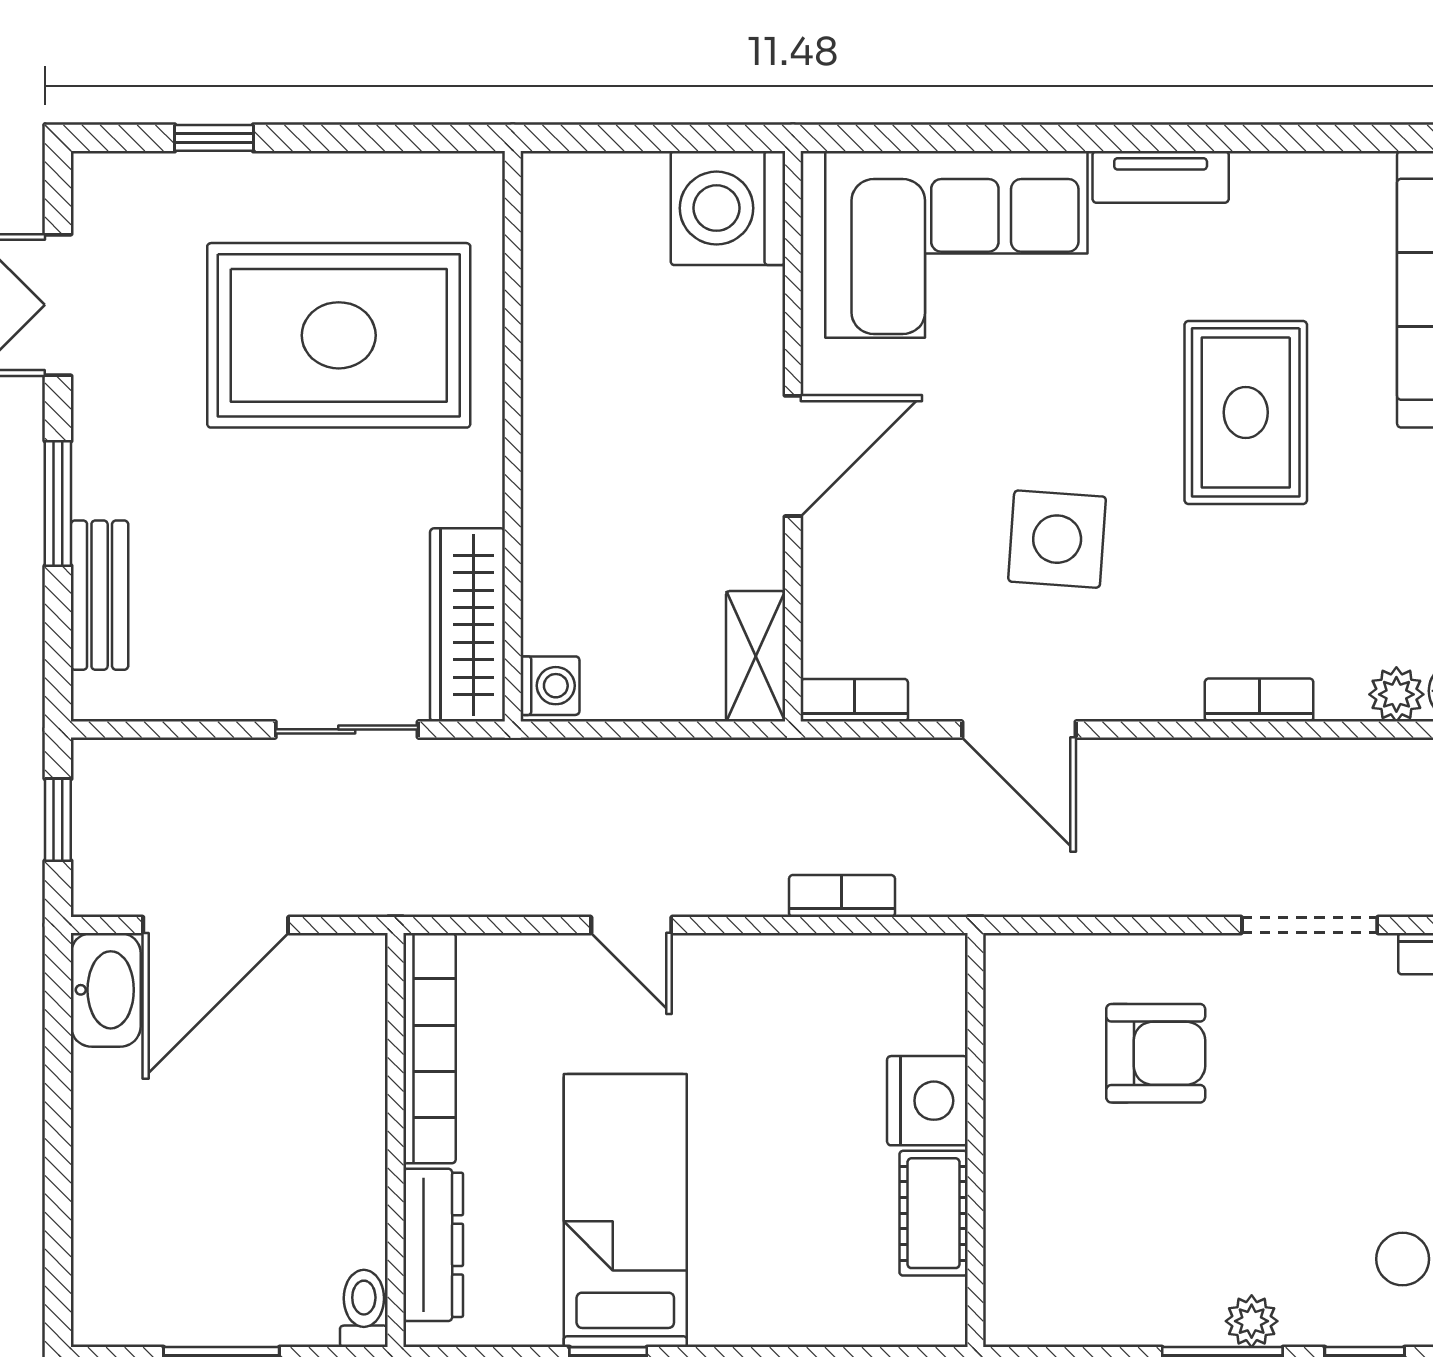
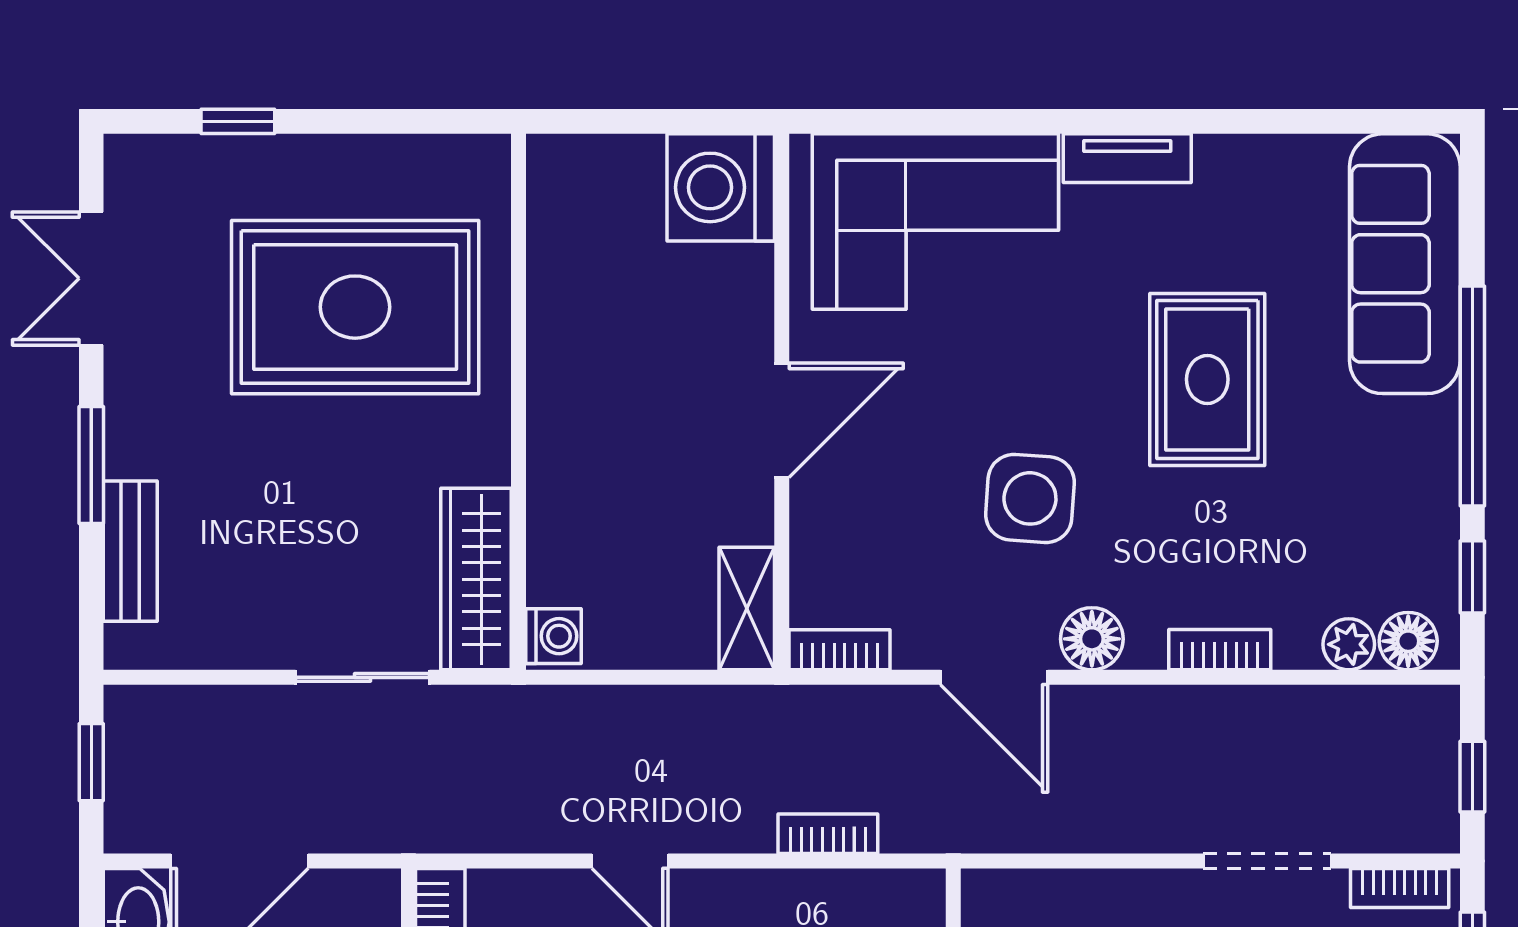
floor lamp: (1123, 688) -> (1092, 639), added

